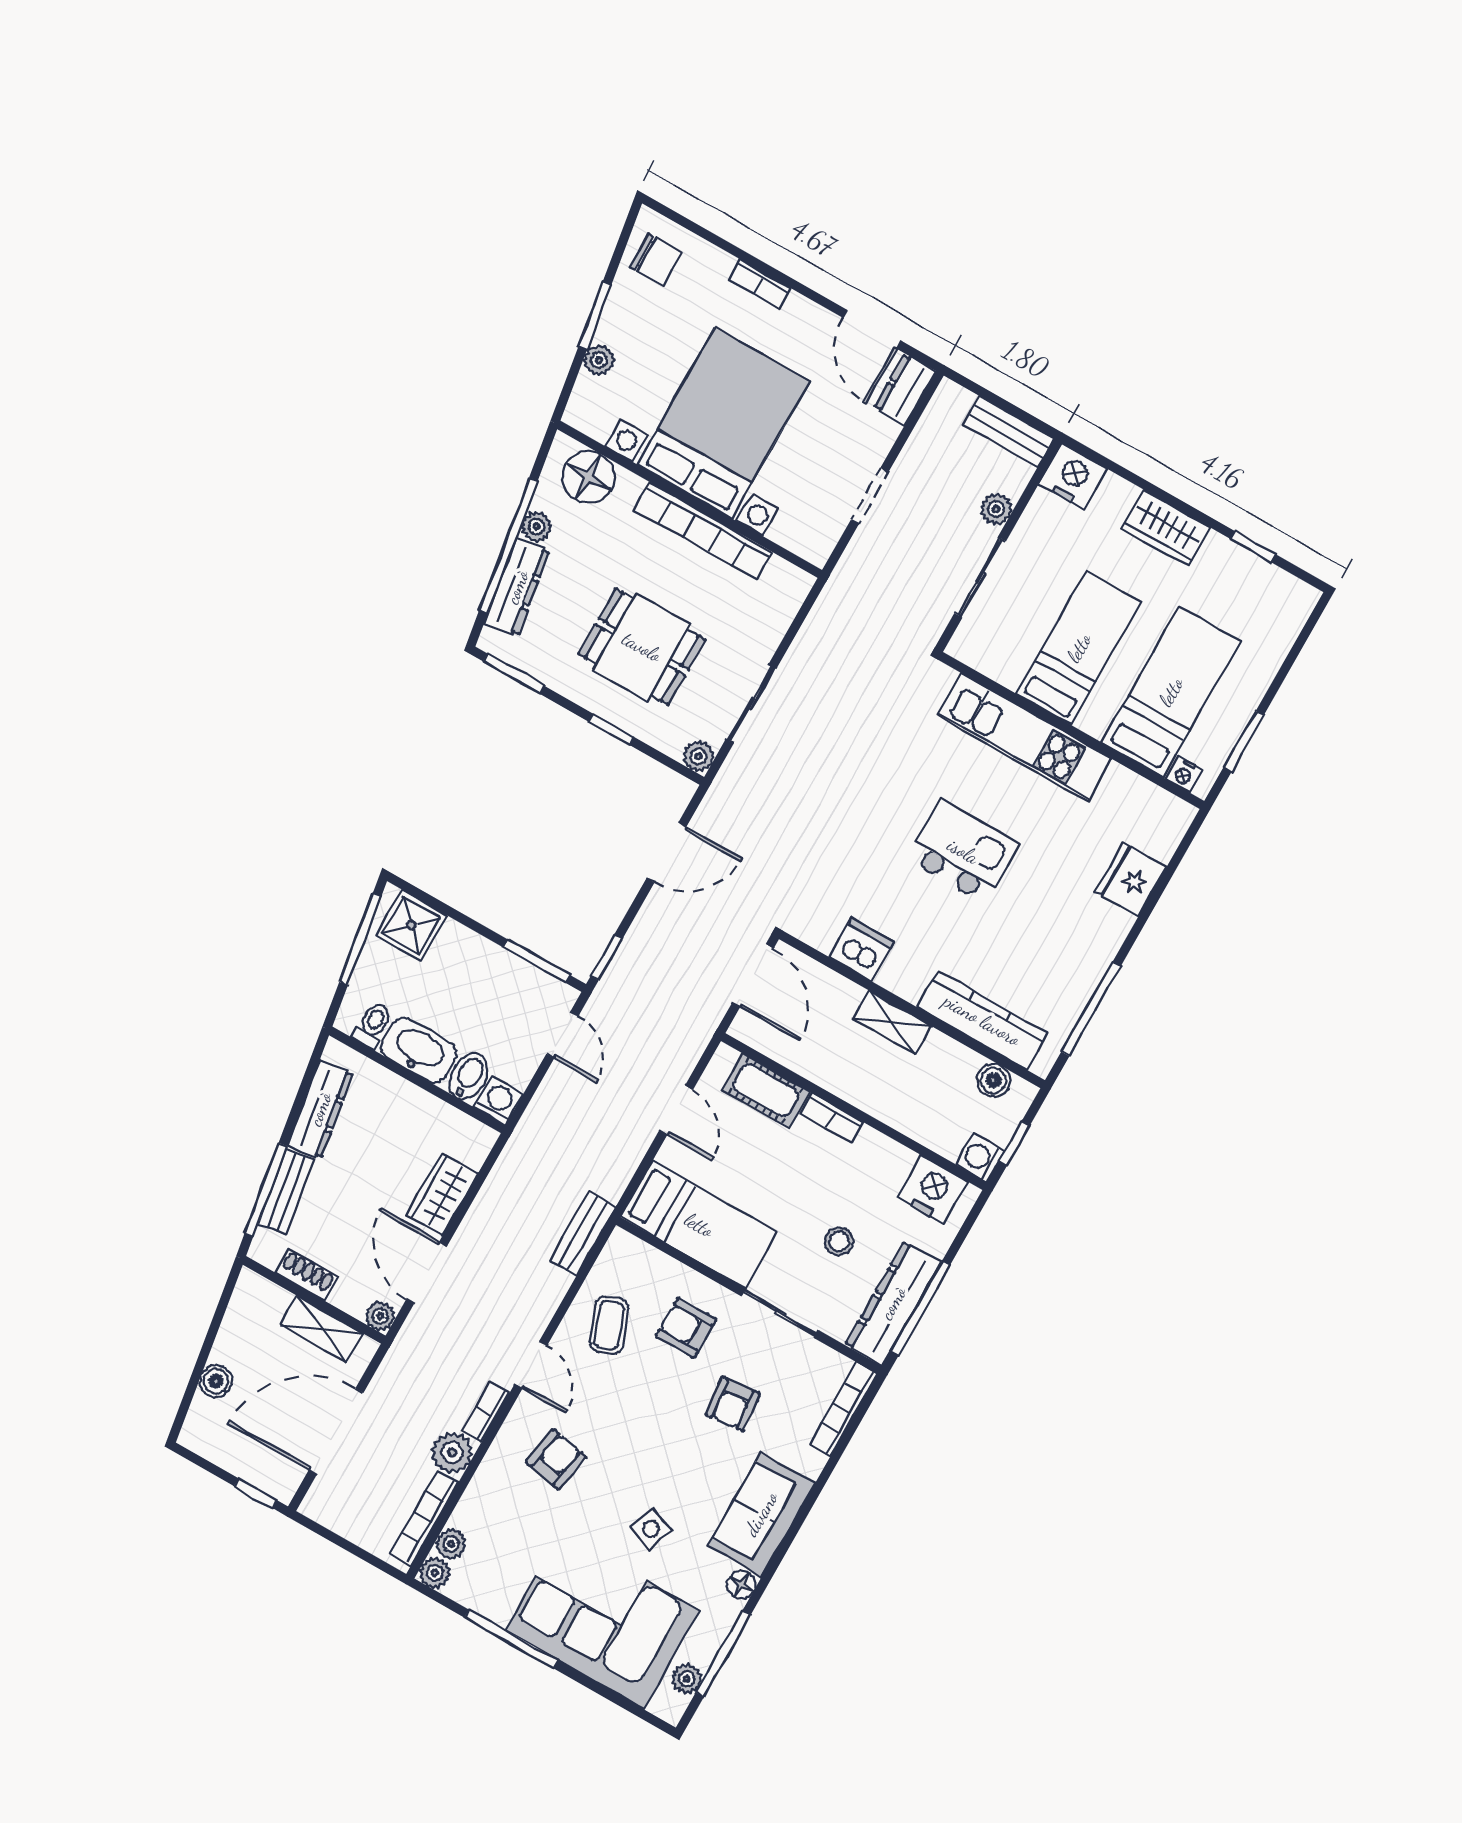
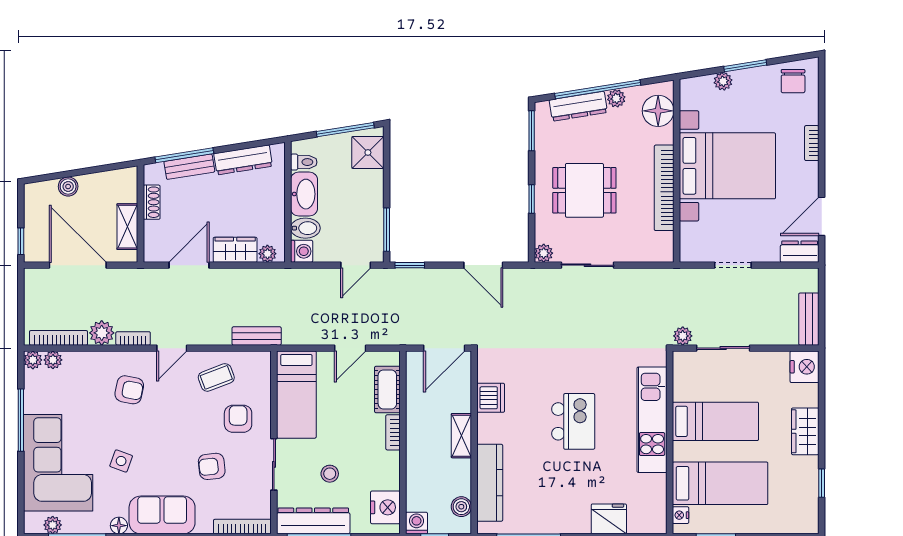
plant: (996, 509) -> (683, 336), moved
dining table: (642, 647) -> (584, 190), turned 90
plant: (380, 1316) -> (267, 254), moved

